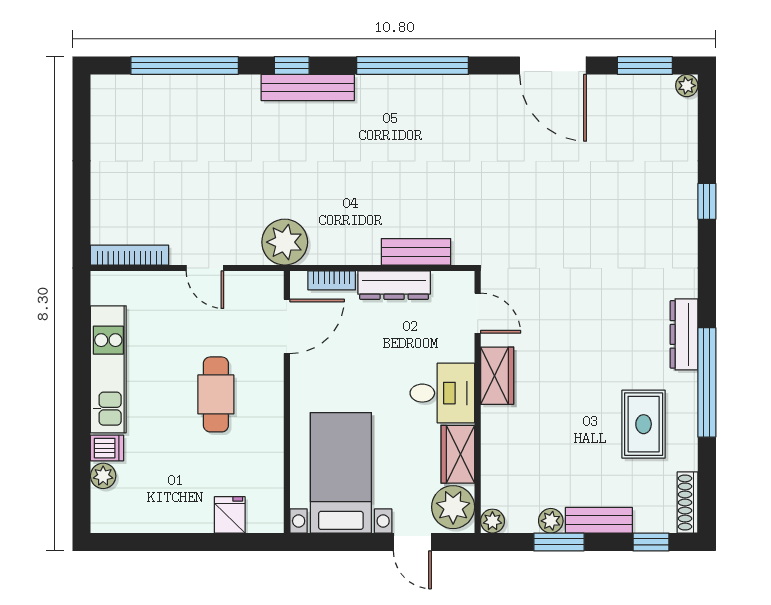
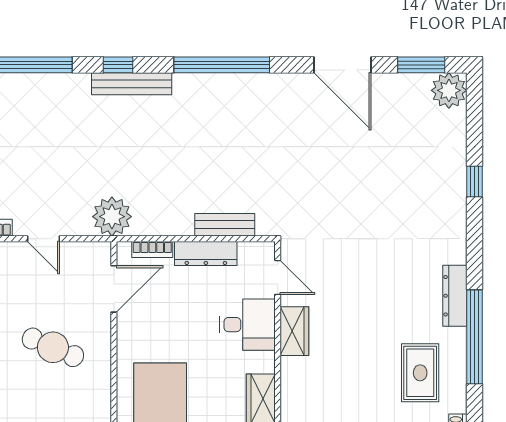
plant: (687, 86) -> (449, 90), width x1.87, depth x1.87
desk: (442, 393) -> (247, 325), moved
cafe table: (216, 394) -> (53, 347), turned -67

